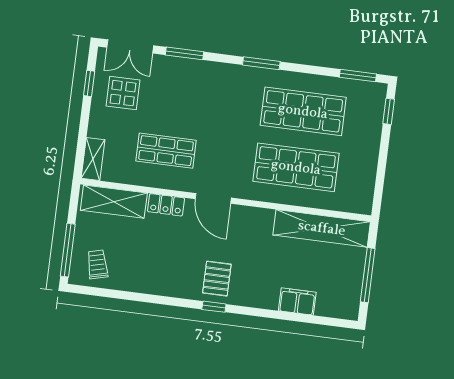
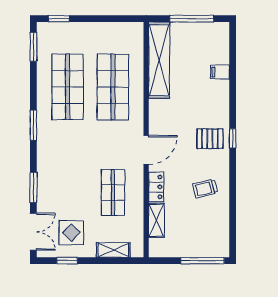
shelving: (93, 159) -> (113, 250), moved
shelving: (114, 202) -> (156, 220), width x0.67, depth x0.75
trolley: (97, 264) -> (205, 188), moved
filing cabinet: (297, 301) -> (220, 72), width x0.50

